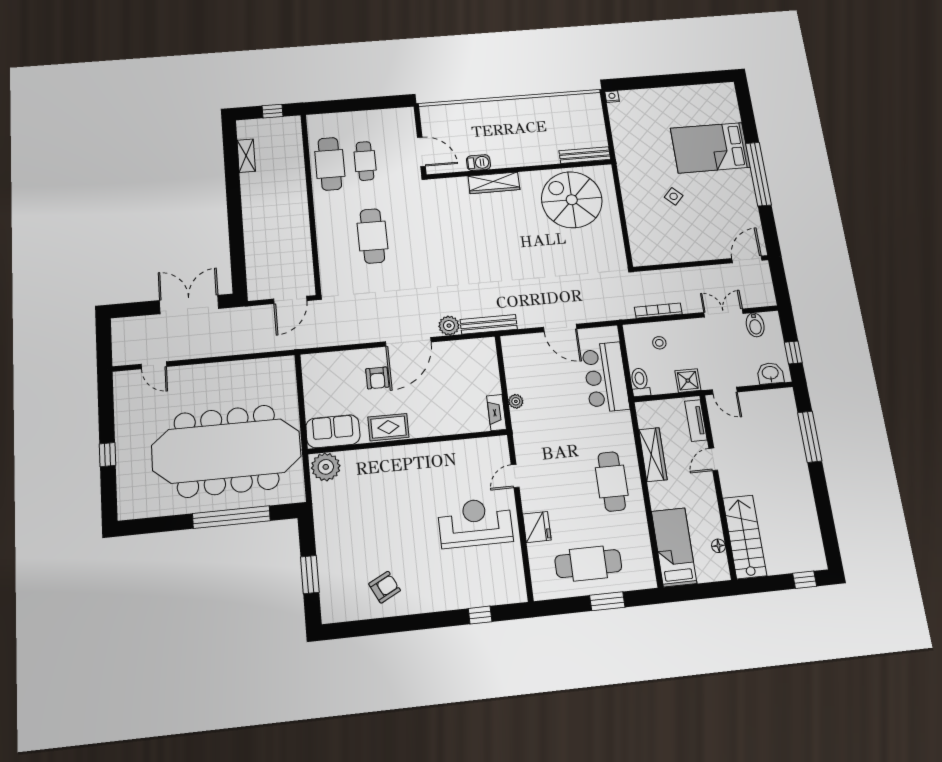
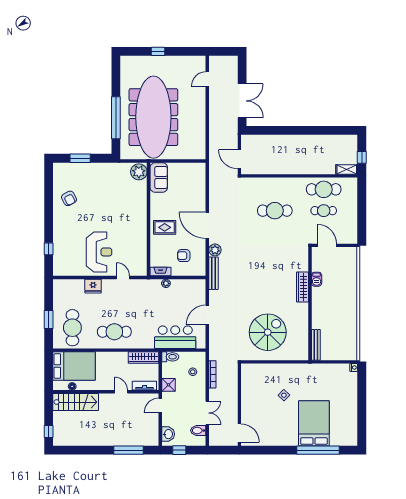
door: (421, 152) -> (327, 245), swing flipped
shelving: (246, 156) -> (347, 169), moved
window: (758, 174) -> (318, 450), moved
spiral stairs: (572, 200) -> (268, 332), moved
armchair: (377, 378) -> (184, 256), moved
rug: (388, 427) -> (165, 227), moved, turned 90
wardrobe: (653, 455) -> (143, 358), moved
bed: (674, 547) -> (74, 366), width x1.50
cafe table: (588, 564) -> (72, 328), moved

